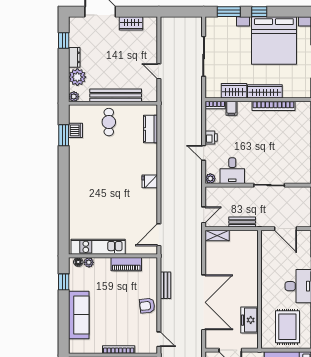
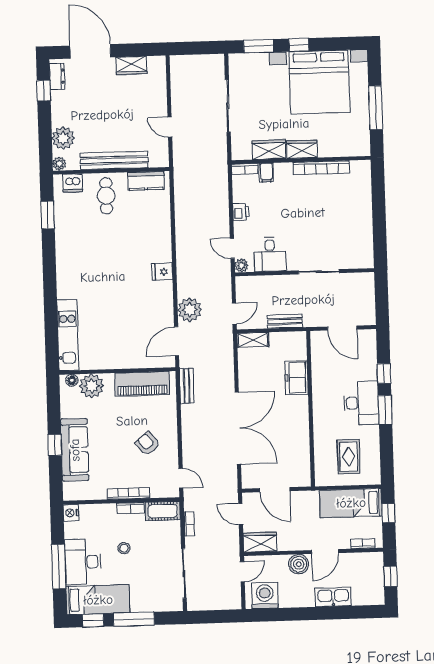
dresser: (74, 57) -> (57, 76), moved
wardrobe: (265, 91) -> (302, 149), width x0.67
kitchen counter: (151, 129) -> (146, 181), moved, turned -90
dishwasher: (76, 130) -> (73, 183), moved, turned 90
door: (204, 153) -> (232, 248), moved
plant: (170, 211) -> (190, 310), added
kitchen unit: (98, 247) -> (68, 335), moved, turned 90
plant: (89, 262) -> (92, 386), width x1.88, depth x1.88
piano: (126, 264) -> (142, 384), width x1.37, depth x1.33
window: (64, 282) -> (55, 445), moved
bench: (166, 285) -> (187, 386), moved
armchair: (147, 306) -> (147, 444), moved, turned 56
freezer: (249, 320) -> (296, 378), moved
rug: (287, 327) -> (349, 457), width x0.73, depth x0.70

